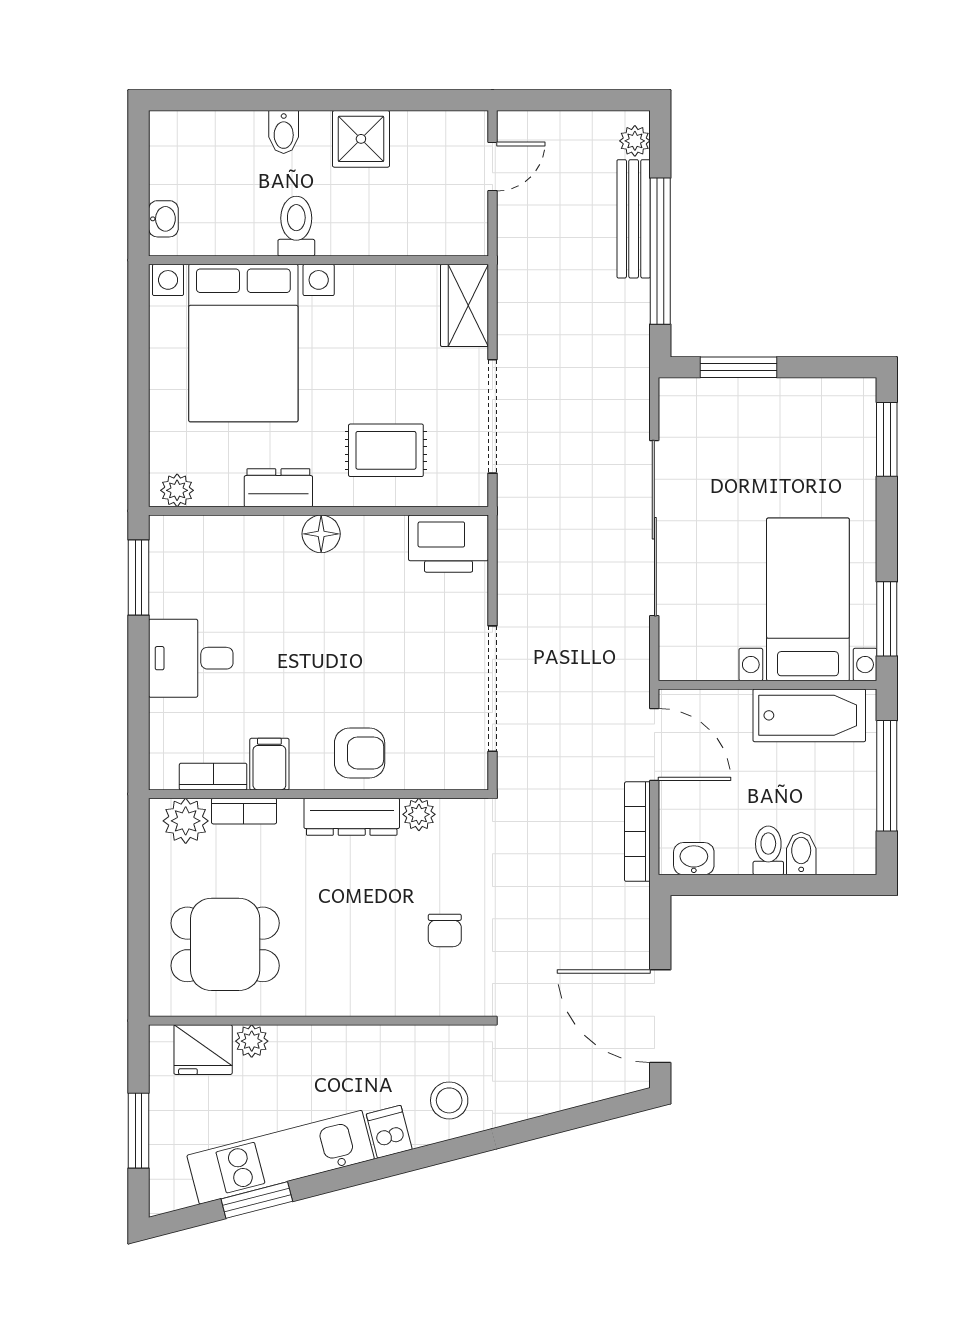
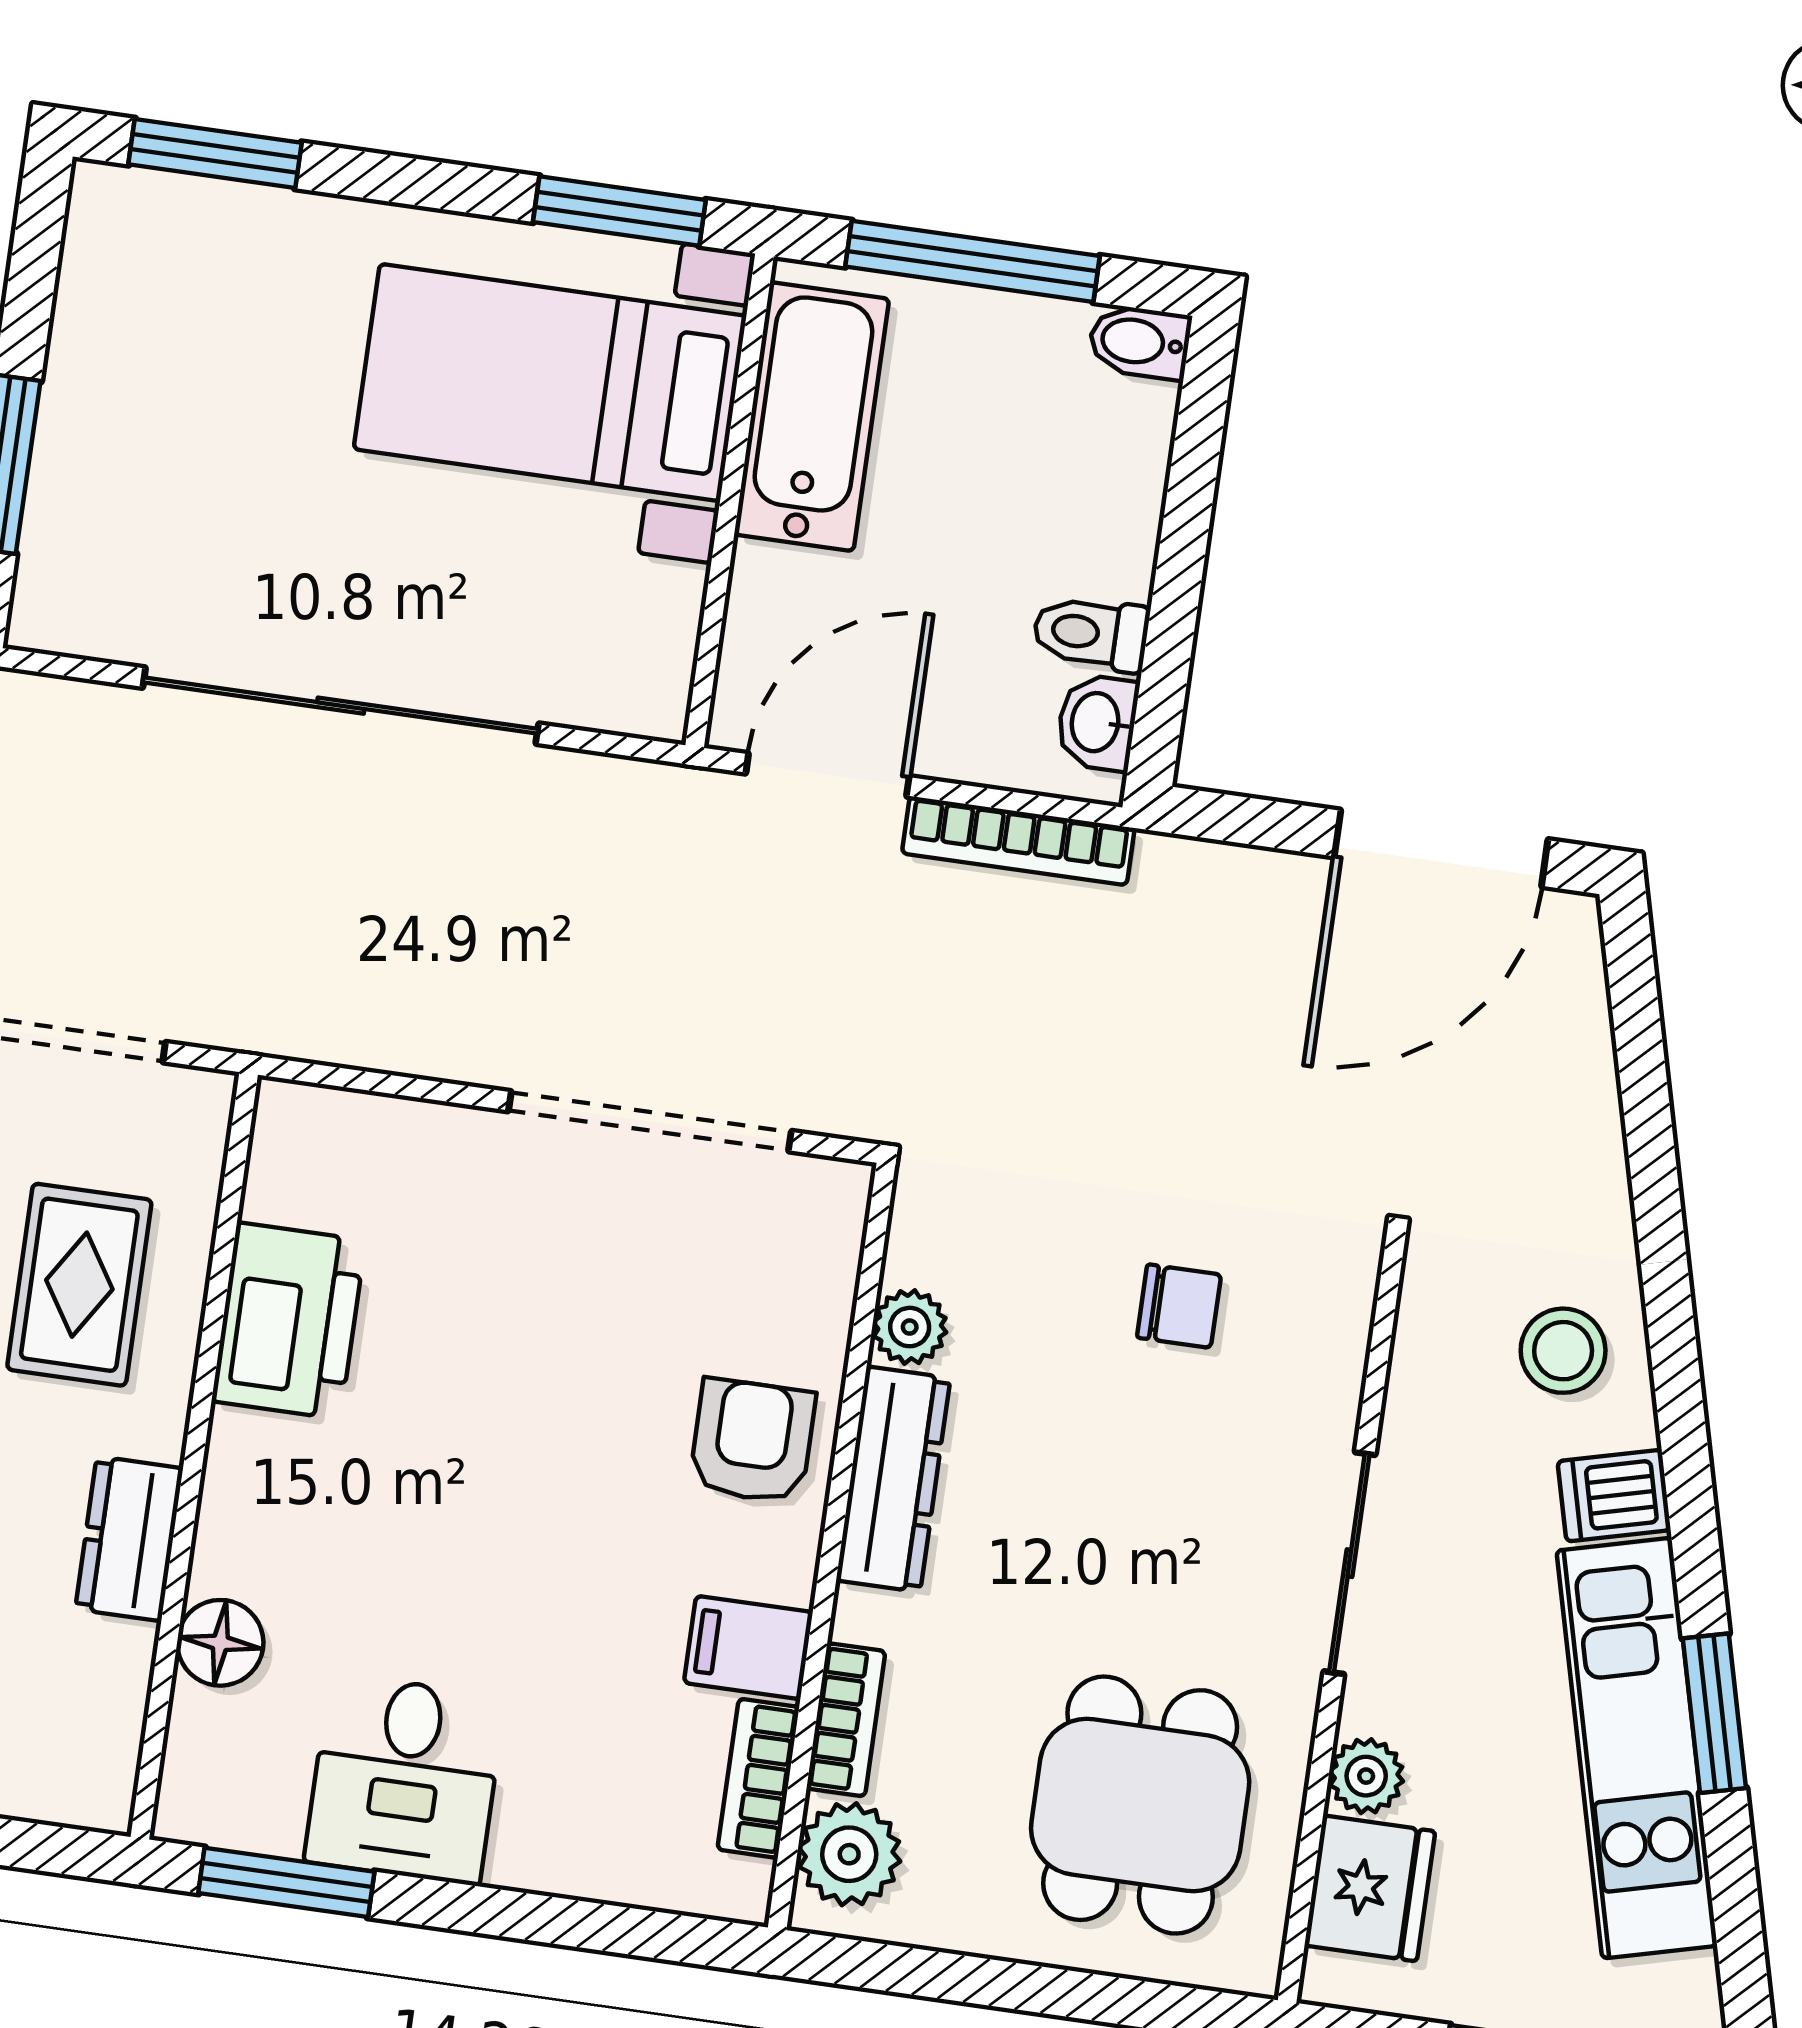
plant: (177, 490) -> (102, 1768), removed
floor lamp: (321, 534) -> (220, 1643), moved
printer: (449, 544) -> (288, 1321), moved
desk: (191, 658) -> (405, 1779), moved
toilet: (768, 850) -> (1091, 633), moved
bidet: (801, 853) -> (1140, 342), moved
sliding door: (343, 1021) -> (1349, 1563), added
window: (257, 1200) -> (1714, 1713), moved

